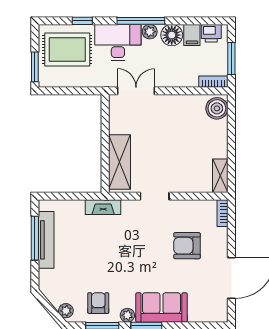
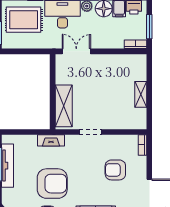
boiler: (217, 108) -> (138, 65), removed
shelving: (220, 176) -> (141, 94), moved
armchair: (105, 263) -> (52, 184), added

